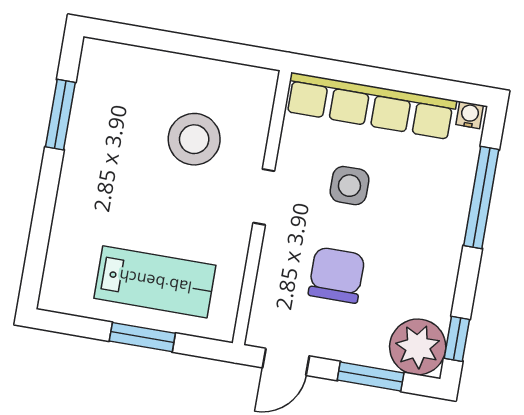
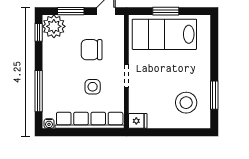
fridge: (255, 85) -> (138, 121), added
stool: (194, 139) -> (186, 103), moved
chair: (337, 275) -> (92, 50), turned 90
lab bench: (155, 282) -> (164, 34), width x1.36, depth x1.39

